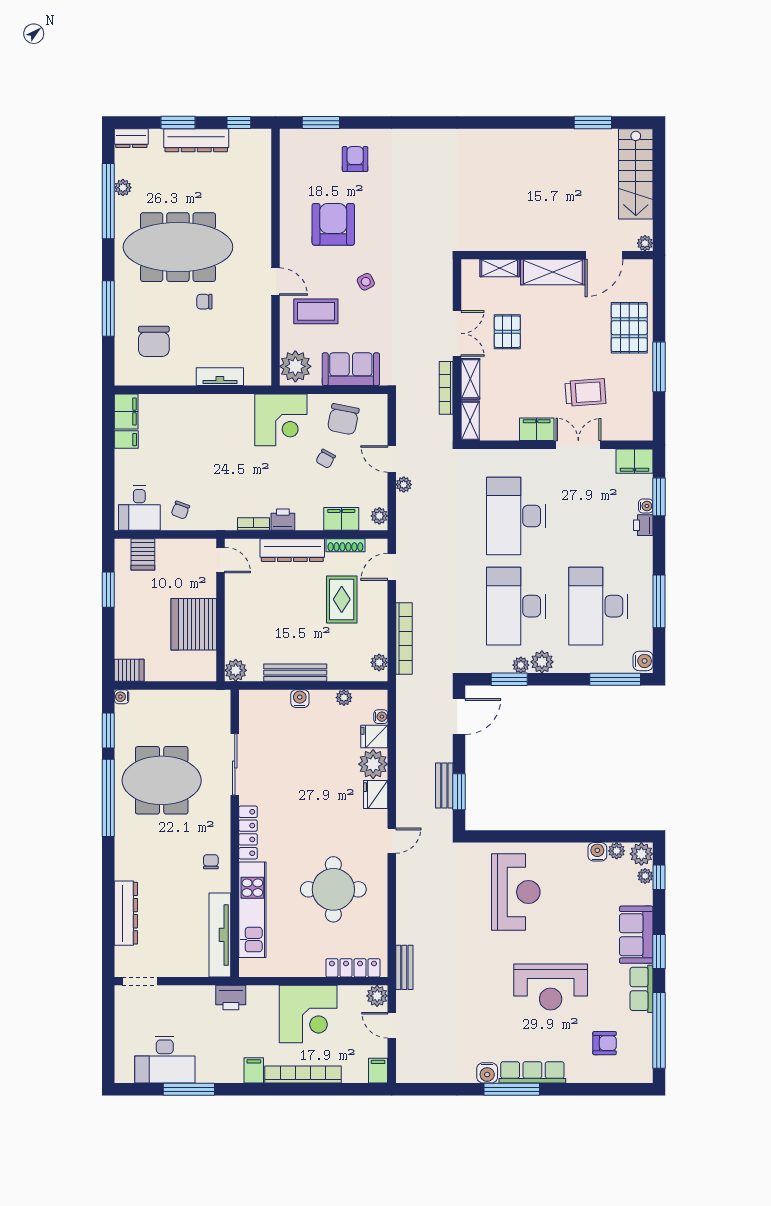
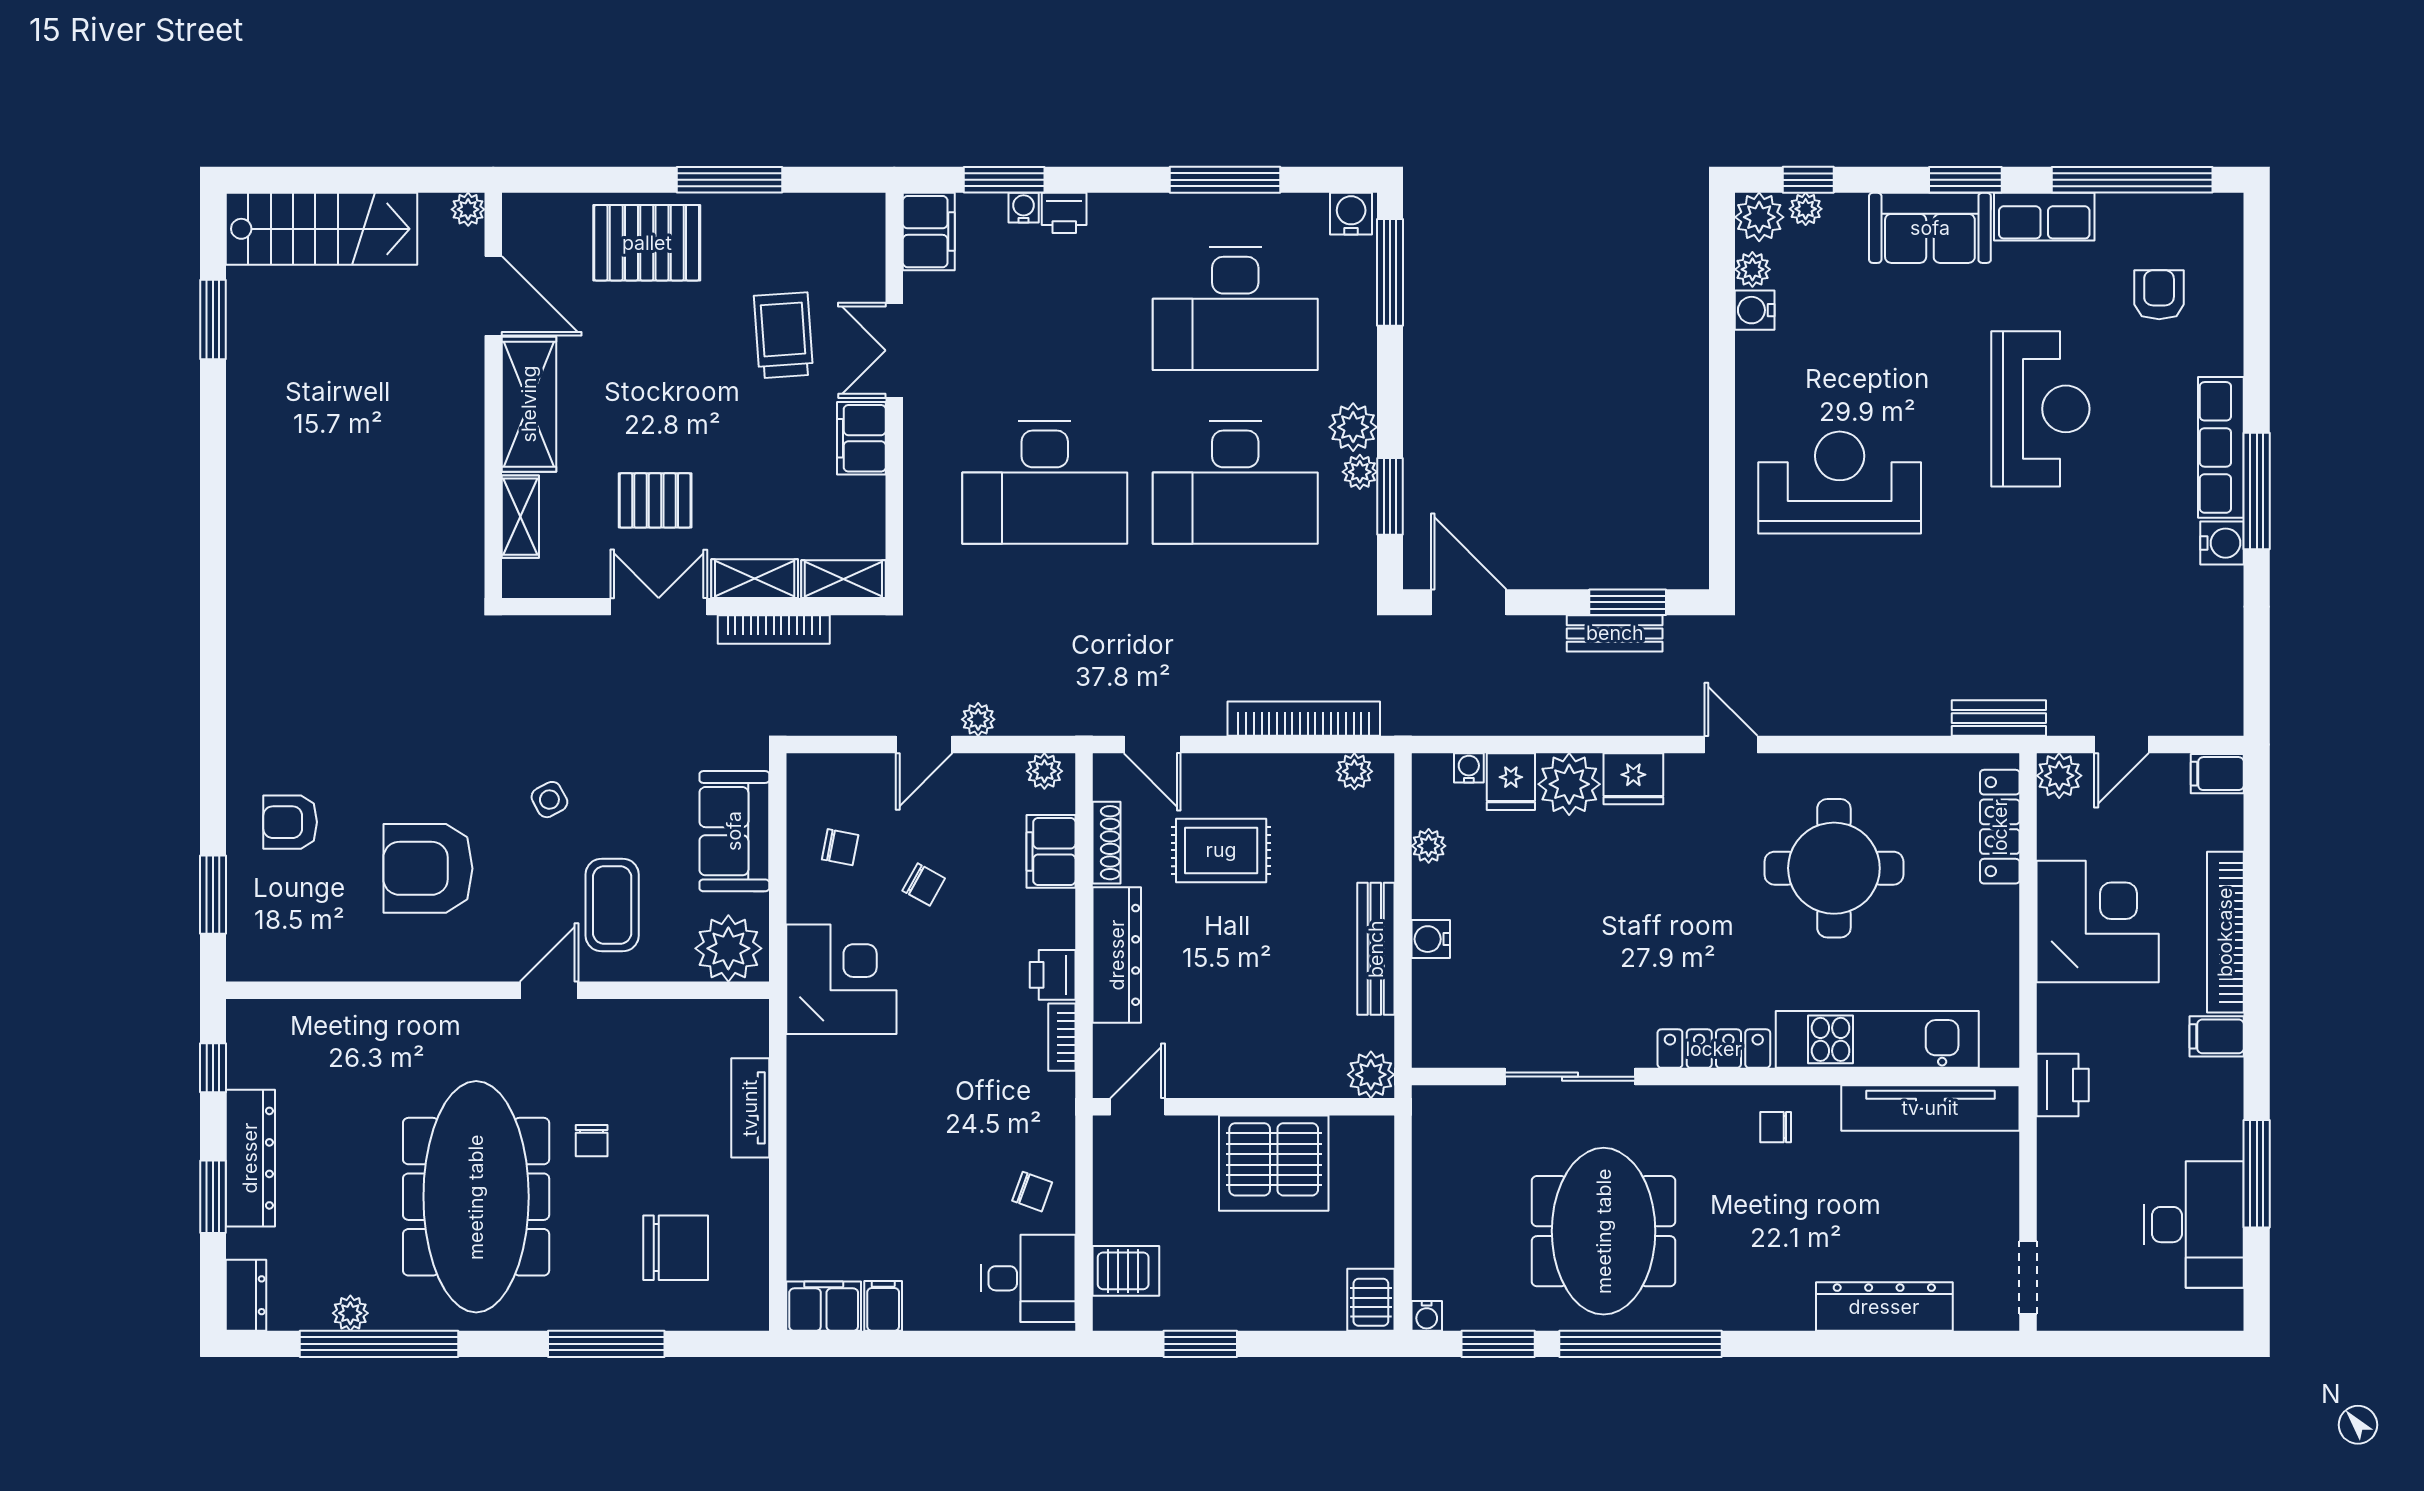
chair: (343, 419) -> (840, 847), width x0.54, depth x0.54

